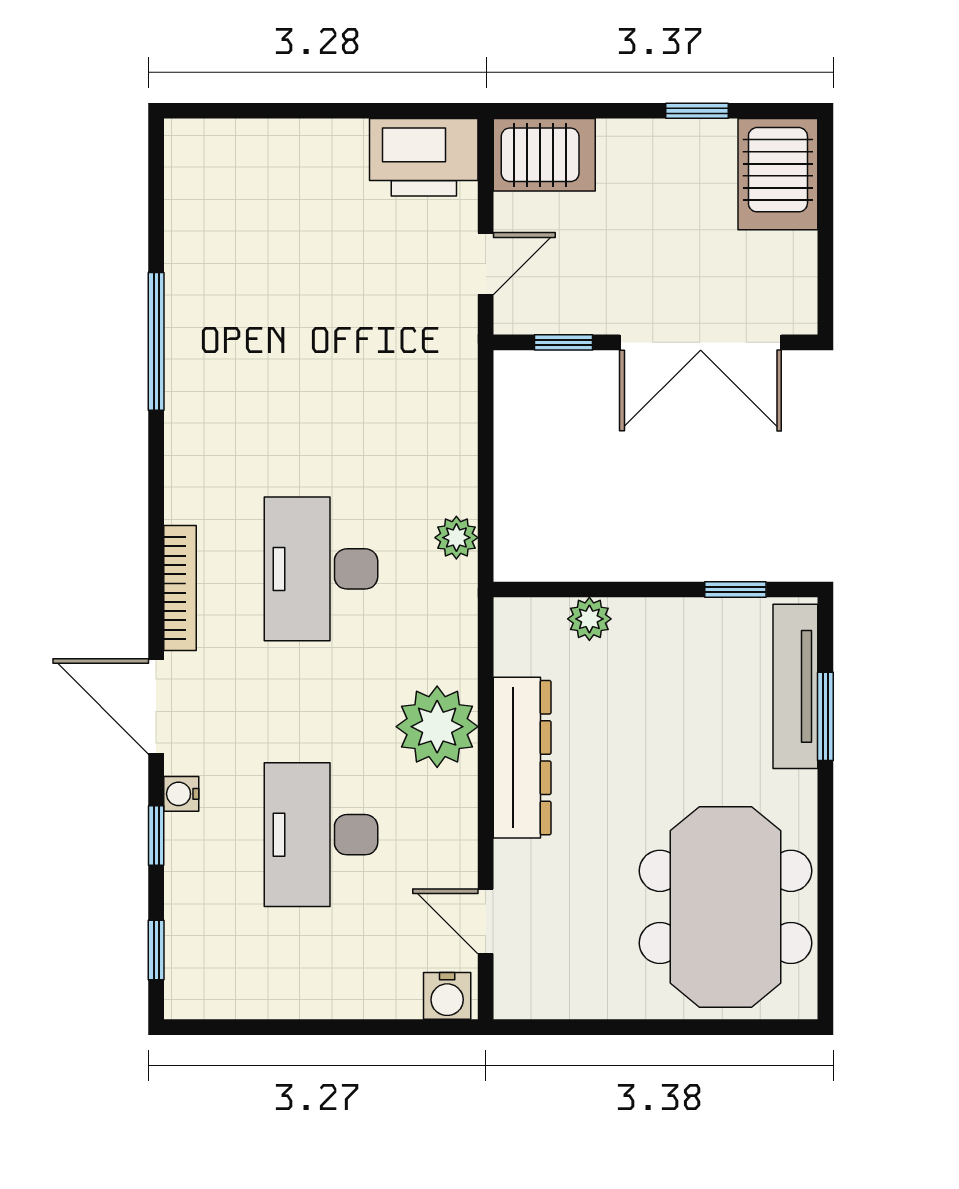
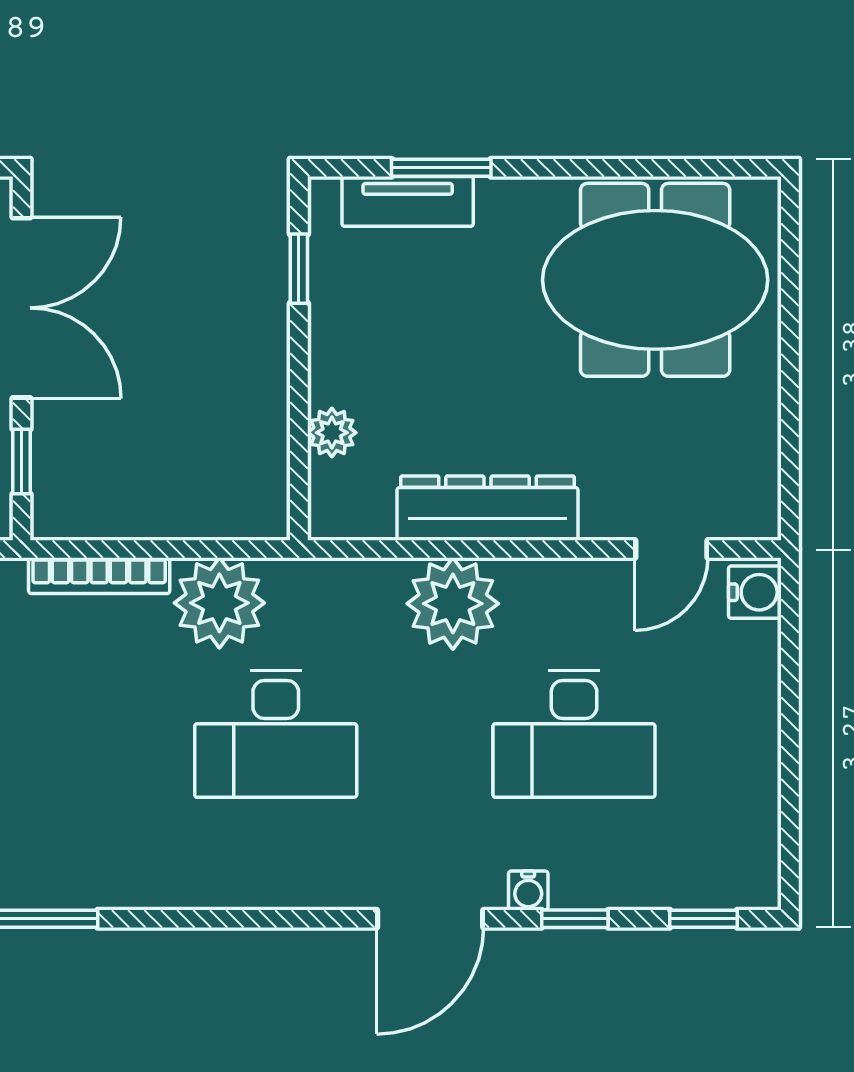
plant: (456, 538) -> (219, 603), width x1.88, depth x1.88
bookcase: (180, 588) -> (99, 576), moved, turned 180
tv unit: (795, 686) -> (408, 201), width x0.71

